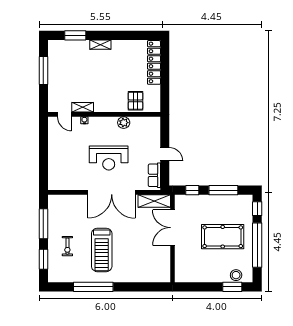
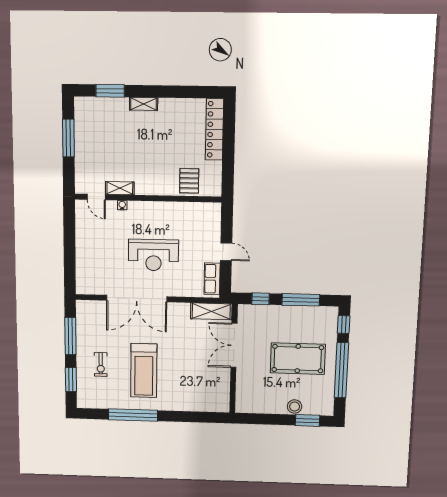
plant: (124, 123) -> (173, 209), removed
double door: (112, 192) -> (137, 298), moved
stool: (236, 275) -> (295, 406), moved

